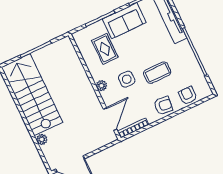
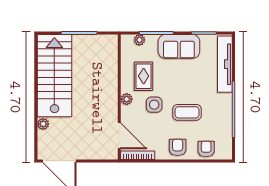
plant: (89, 31) -> (139, 40), added
rug: (105, 49) -> (144, 76), moved
armchair: (163, 106) -> (178, 147), turned -97
door: (110, 119) -> (119, 136), hinge flipped

